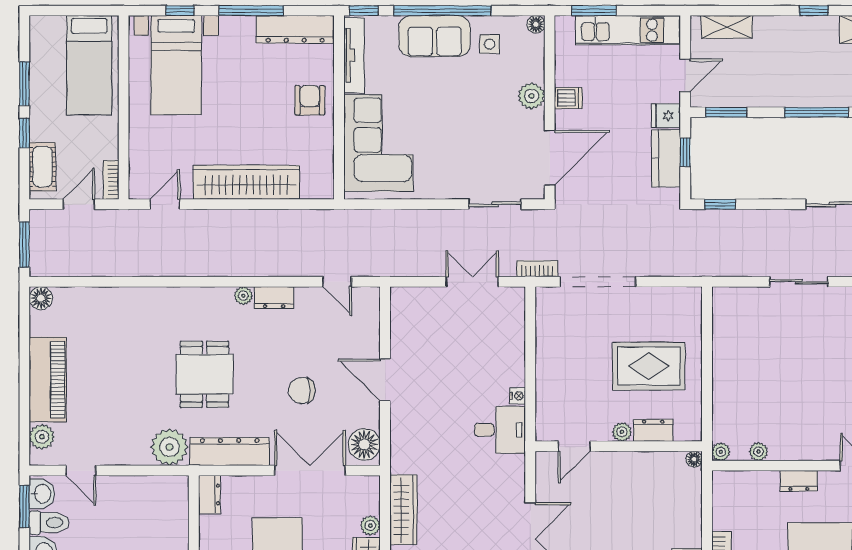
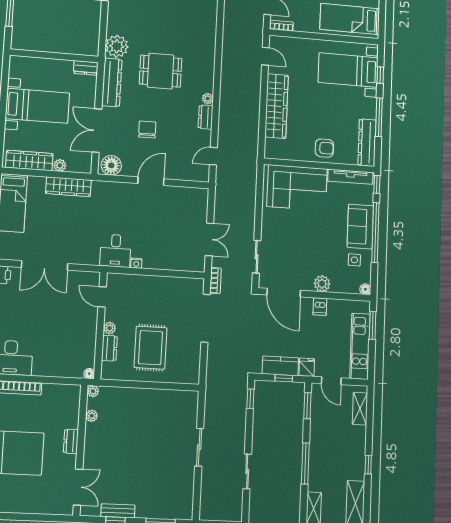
double door: (310, 470) -> (97, 131), swing flipped

